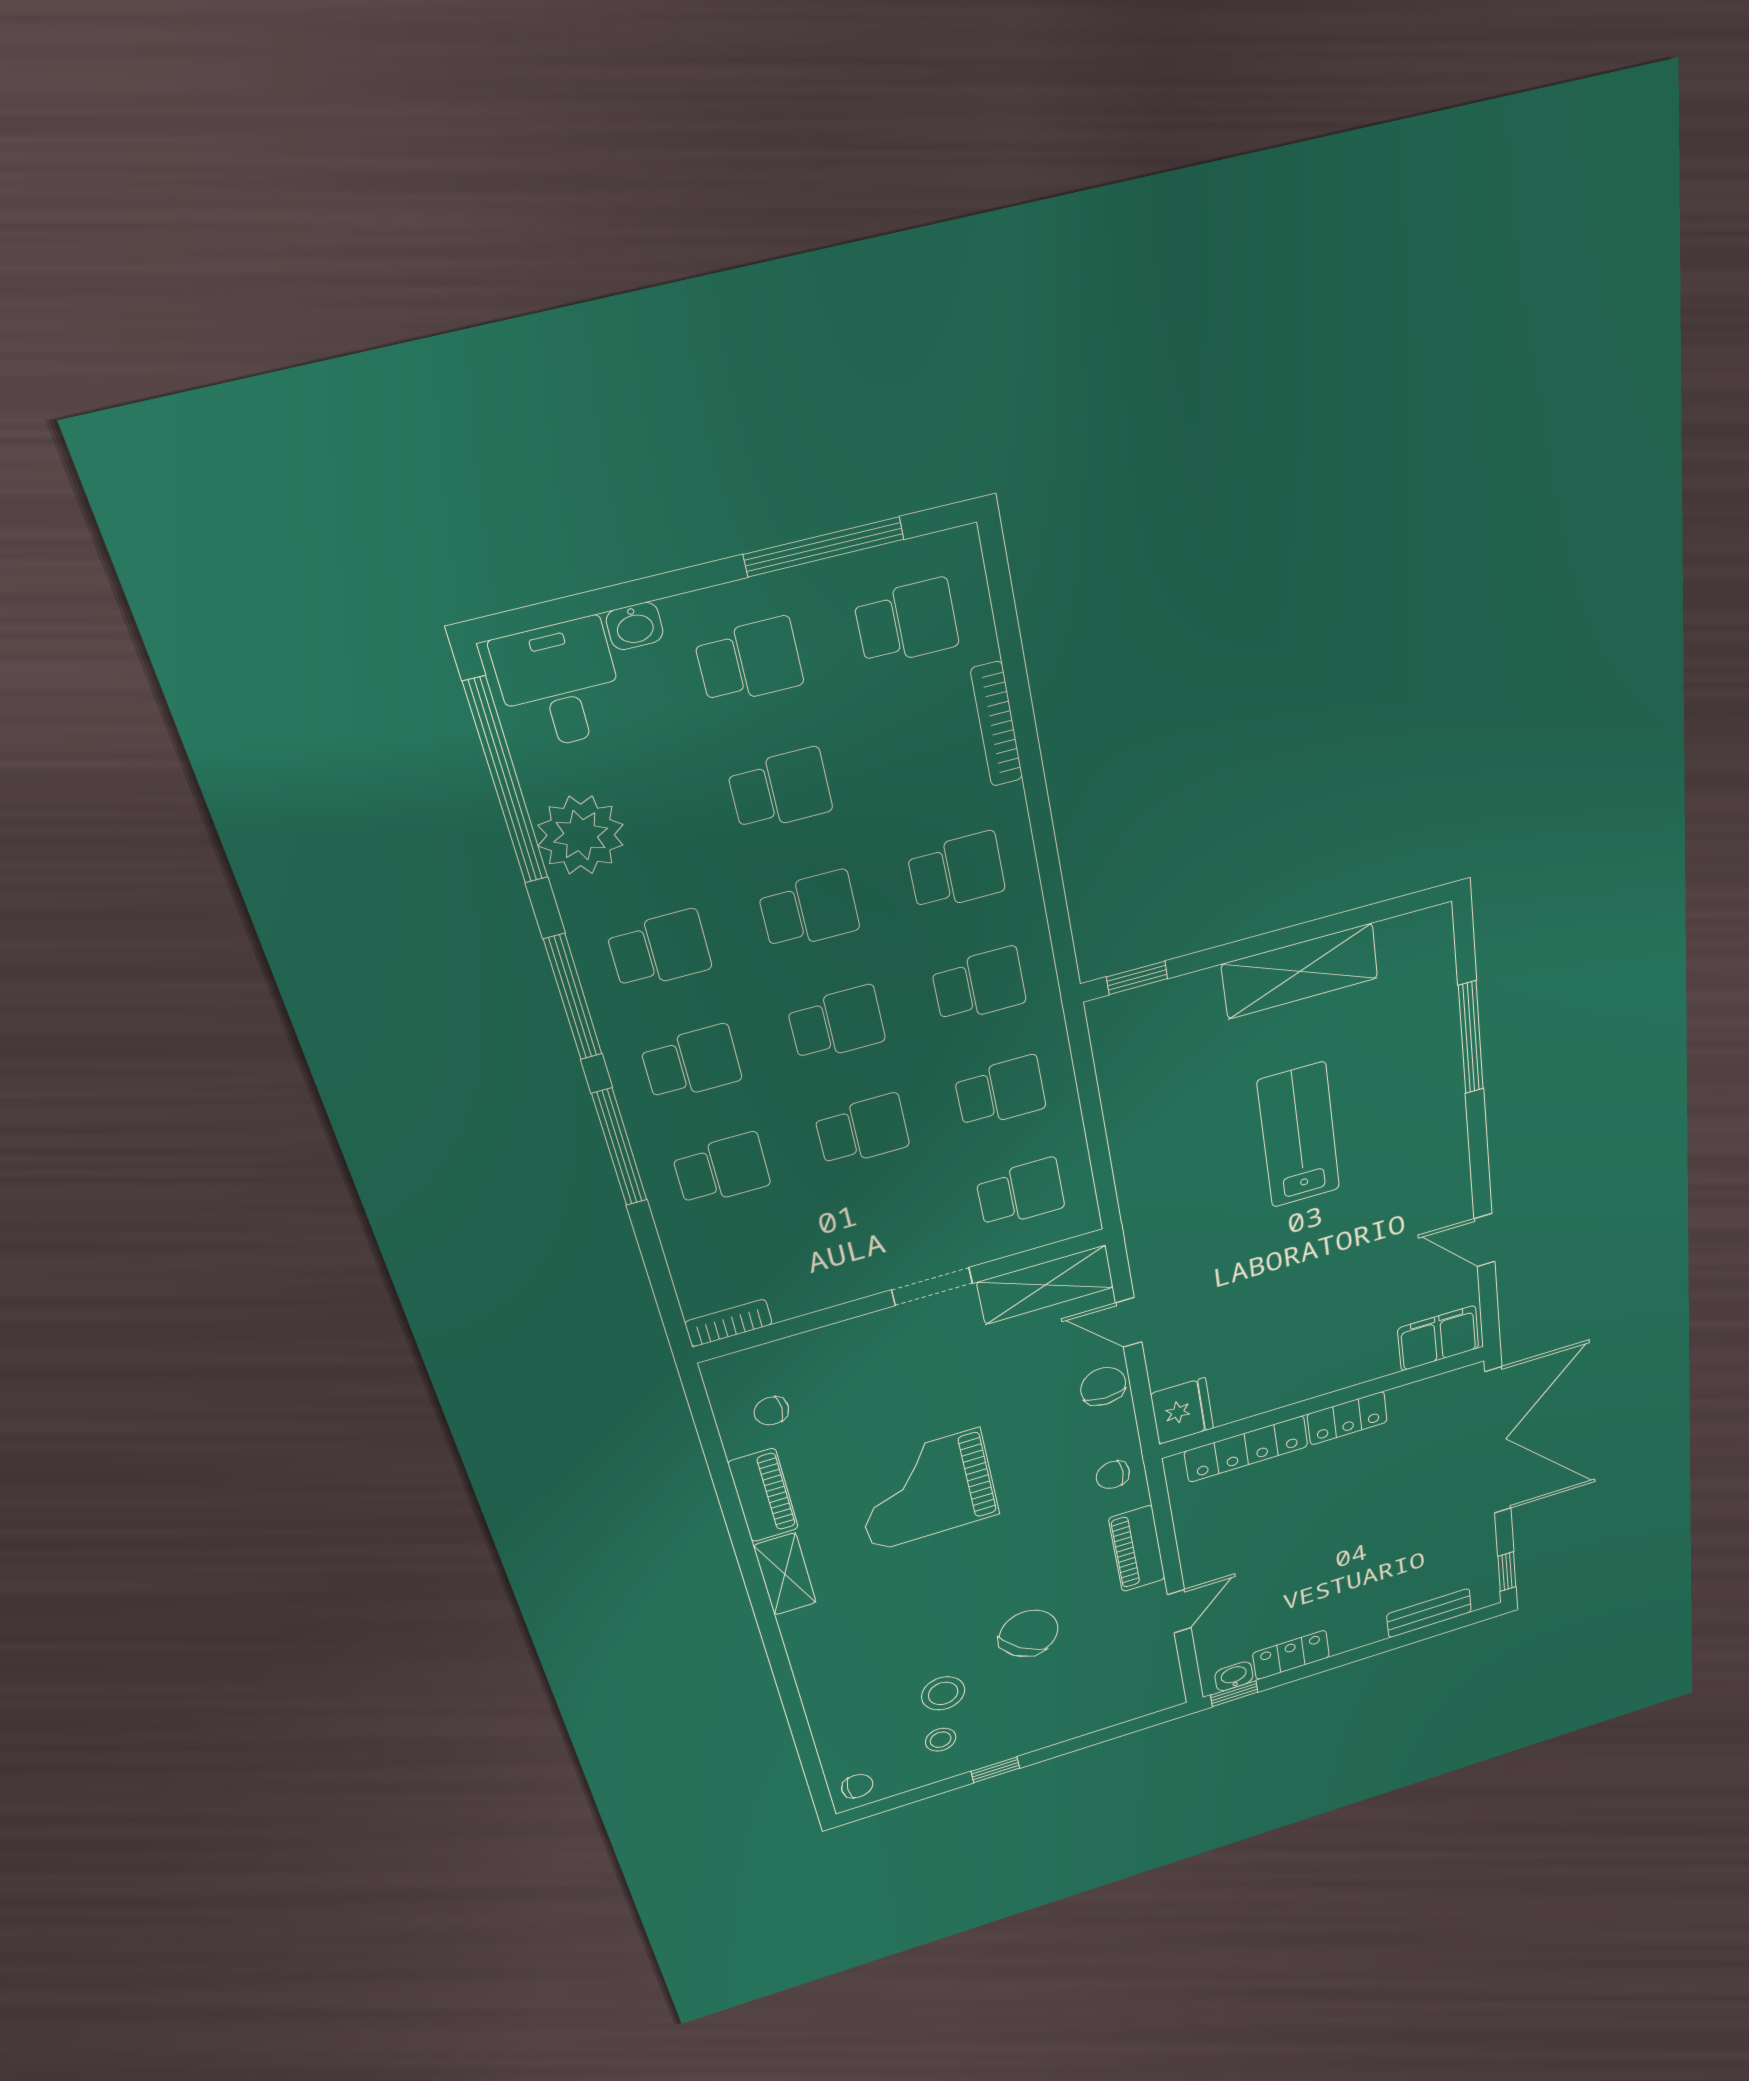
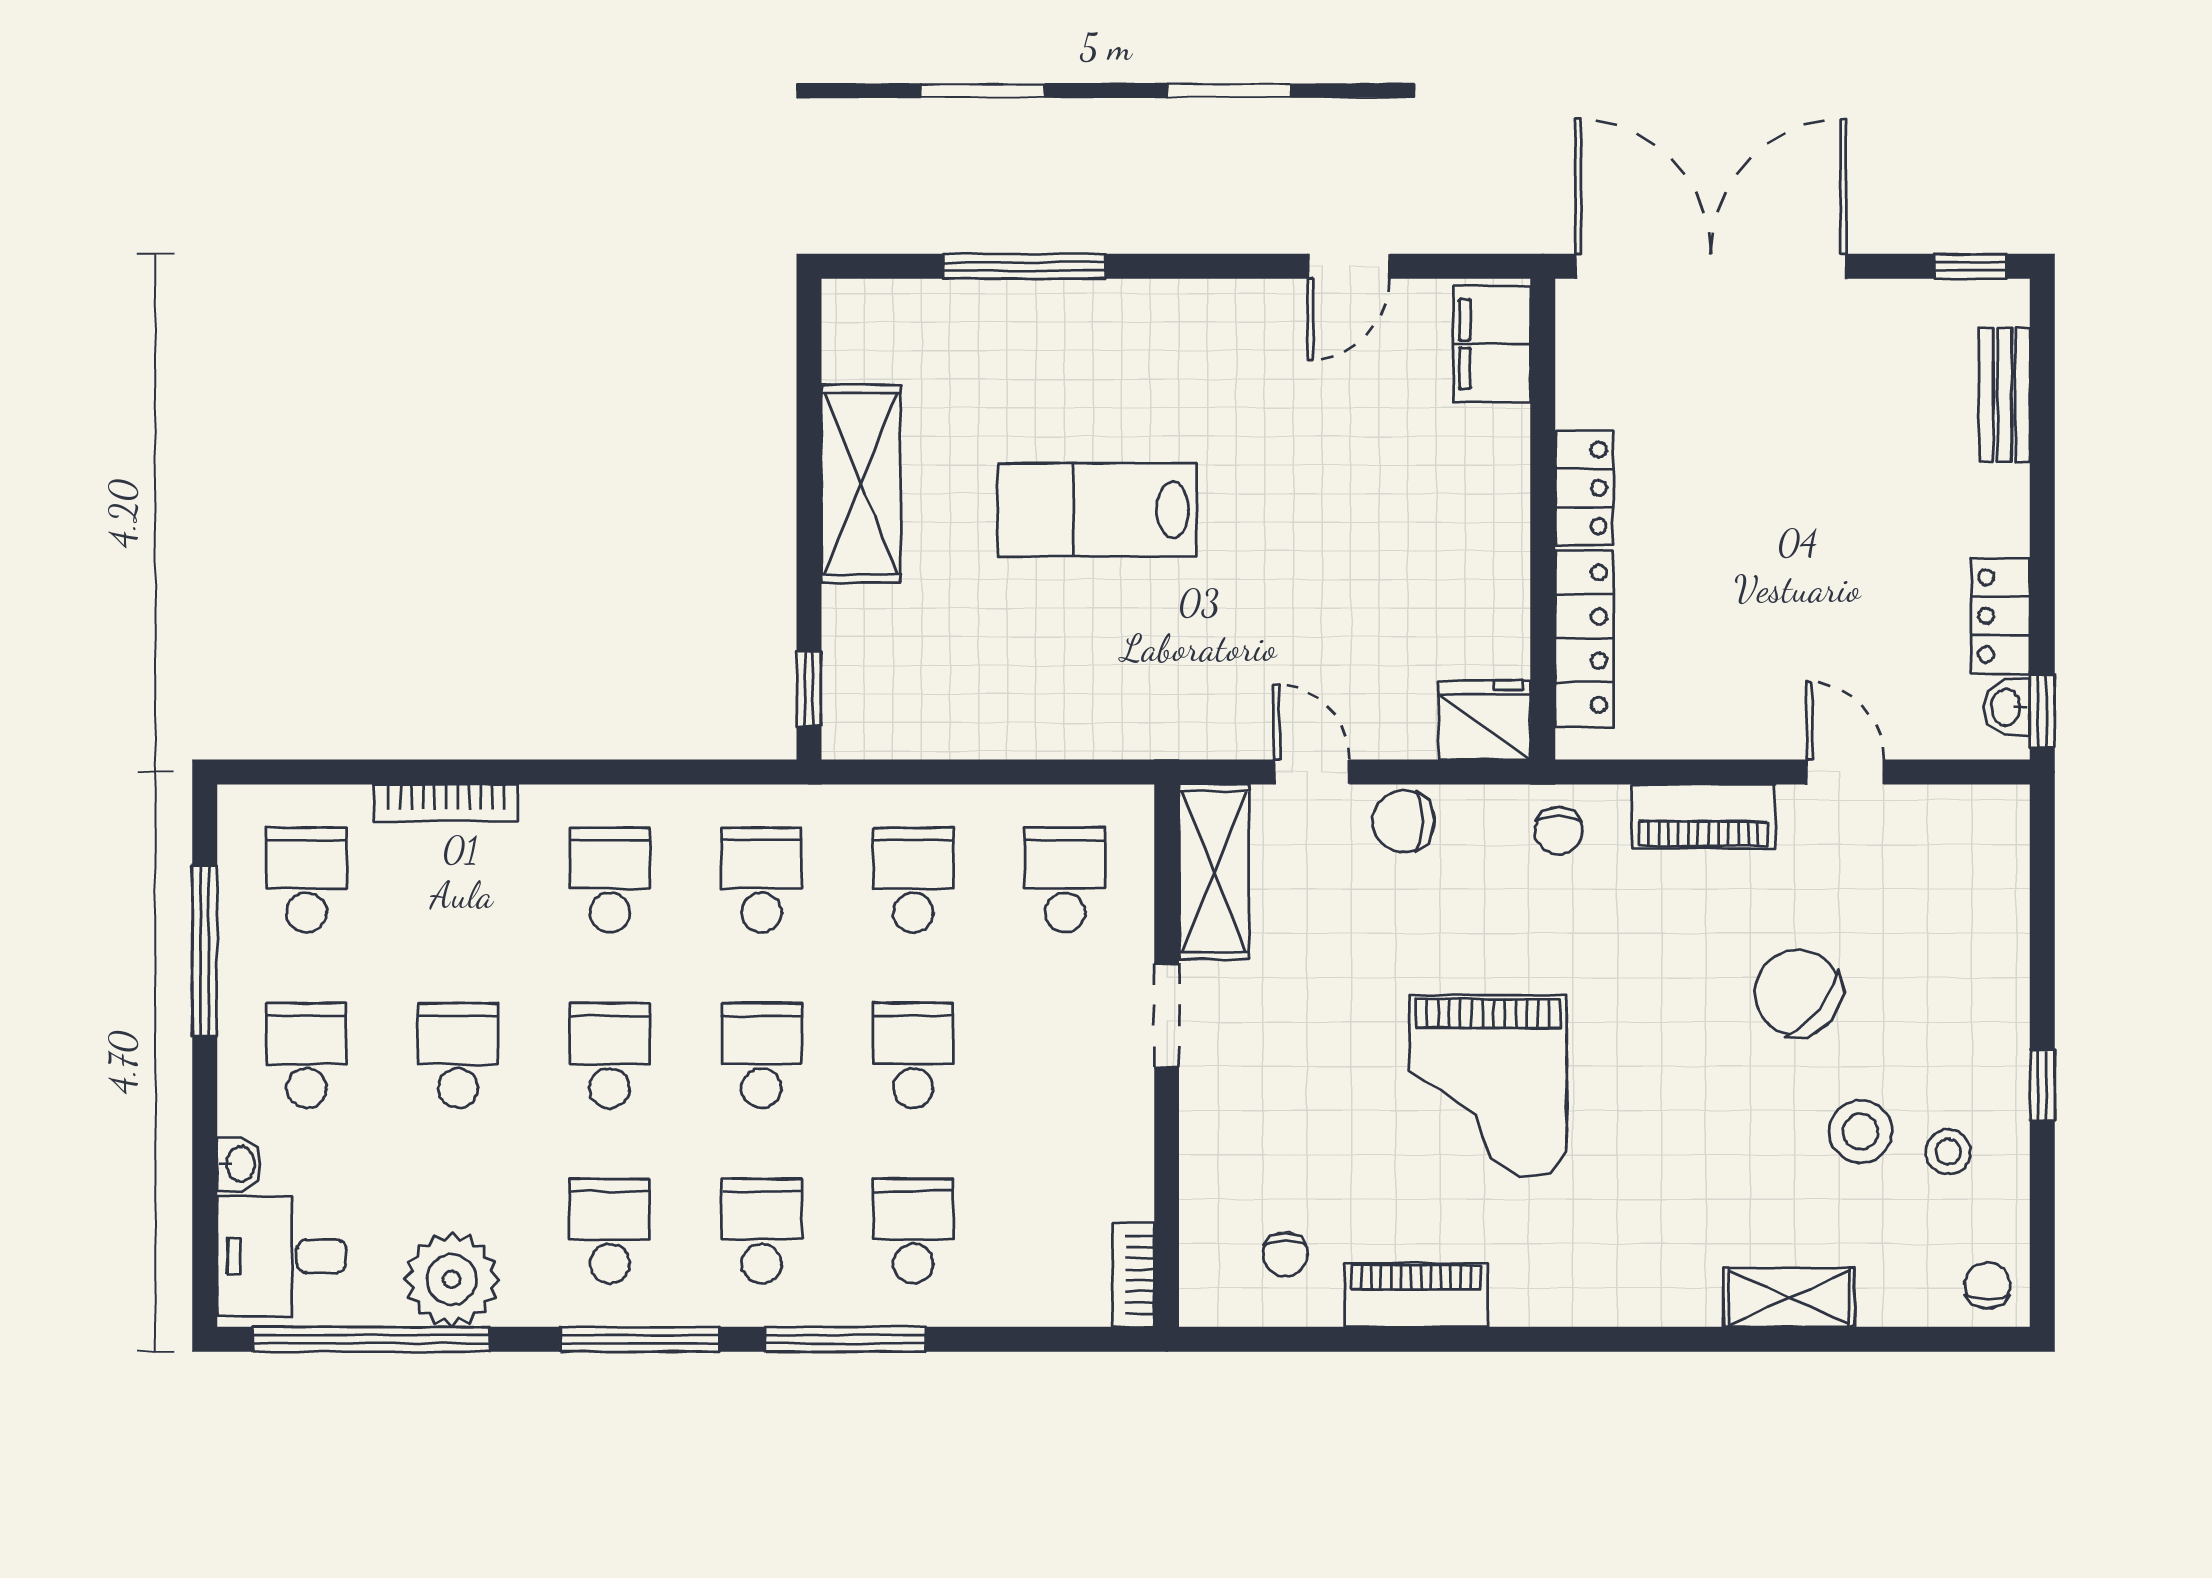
door: (1129, 1322) -> (1312, 772), swing flipped
shelving: (785, 1574) -> (1789, 1297), moved

